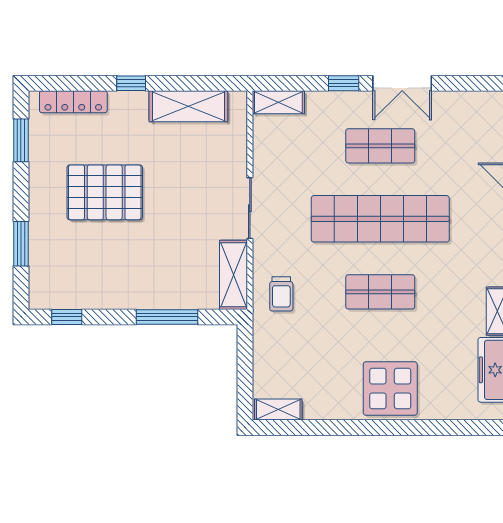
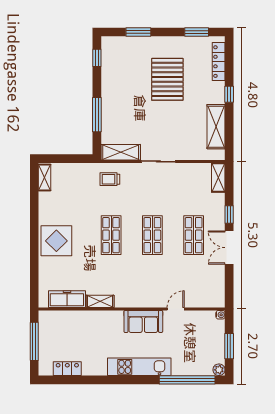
shop shelf: (380, 219) -> (152, 235), width x0.50, depth x0.74

